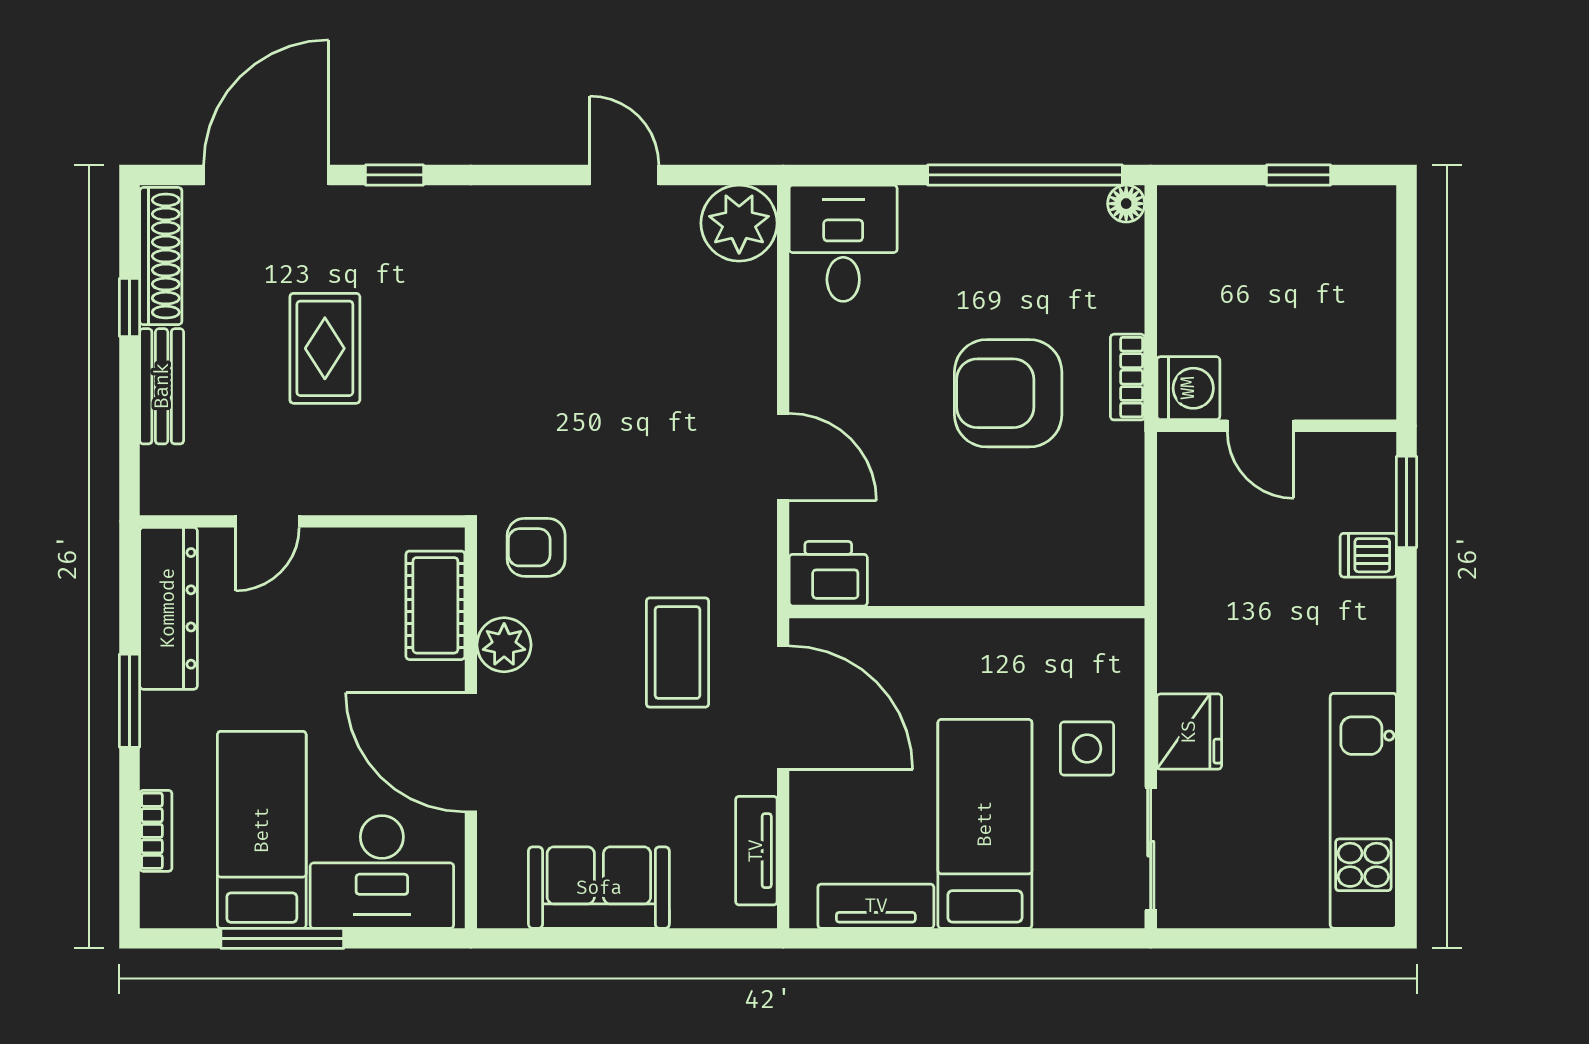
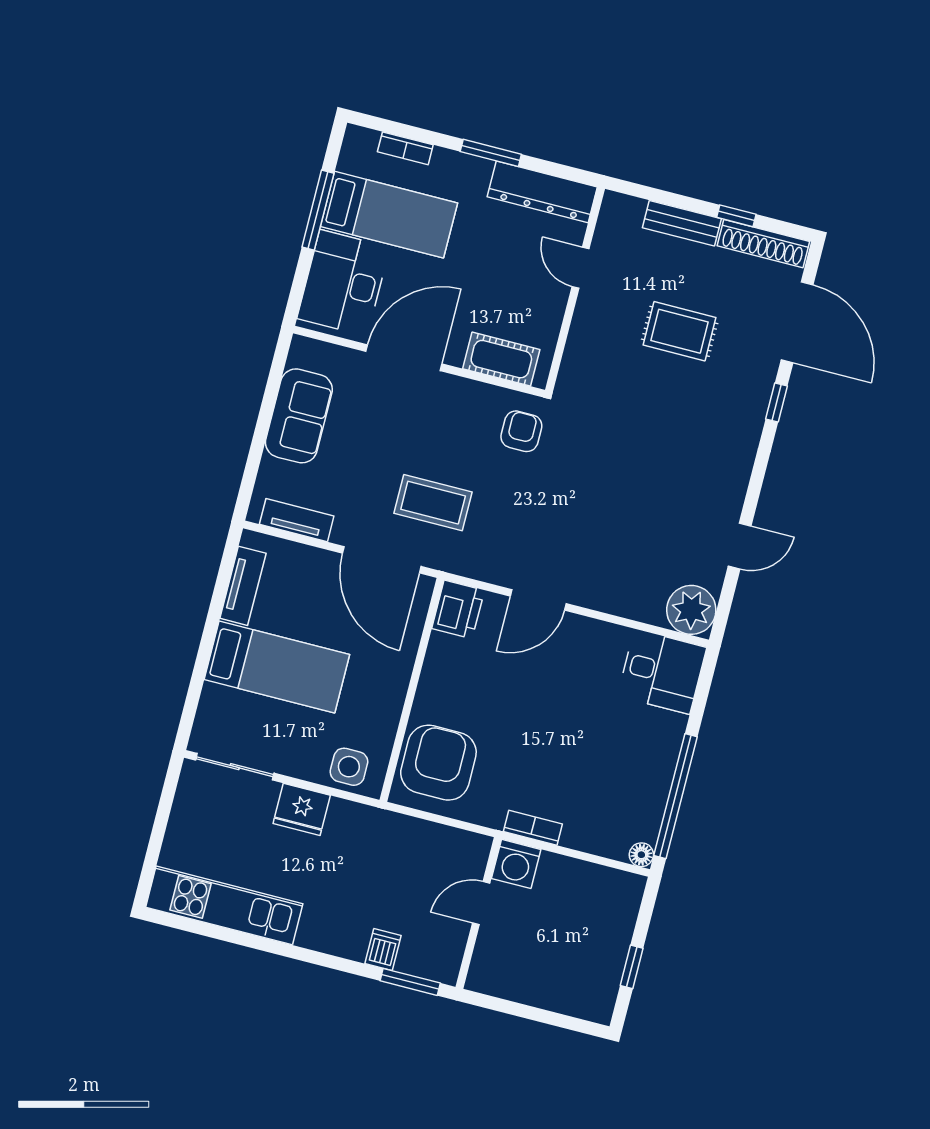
armchair: (1008, 393) -> (438, 763), moved
plant: (504, 645) -> (466, 396), removed
door: (783, 708) -> (382, 560), hinge flipped
side table: (1087, 749) -> (349, 767), moved

